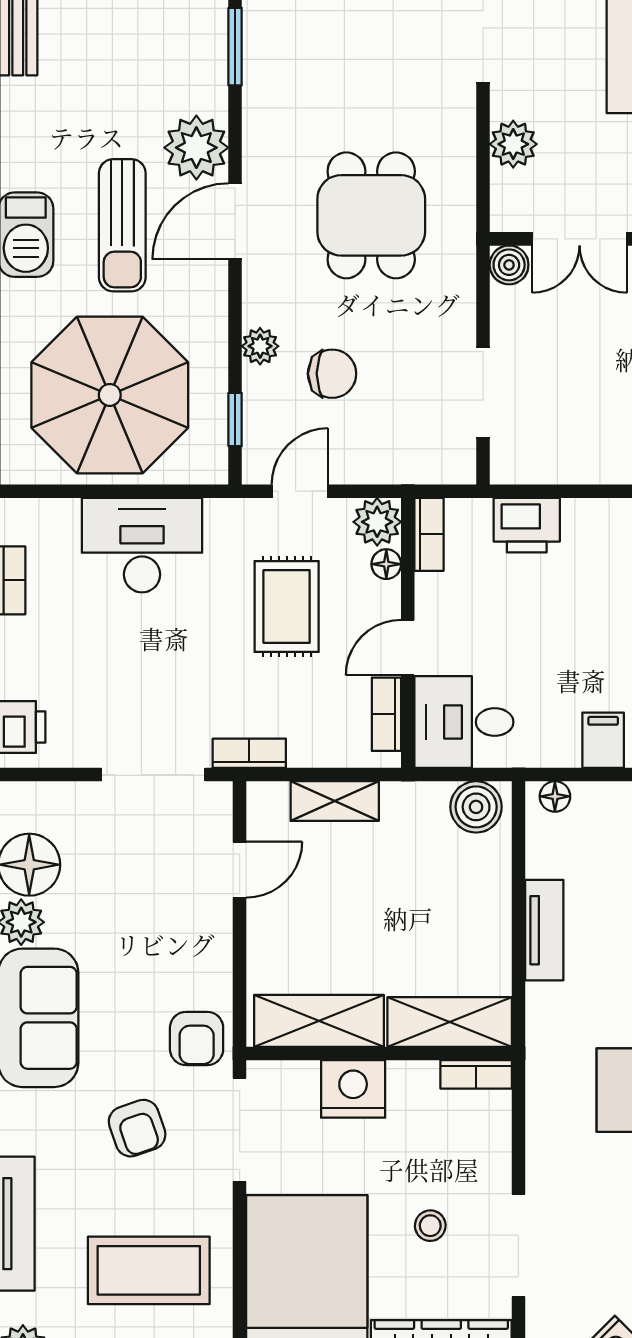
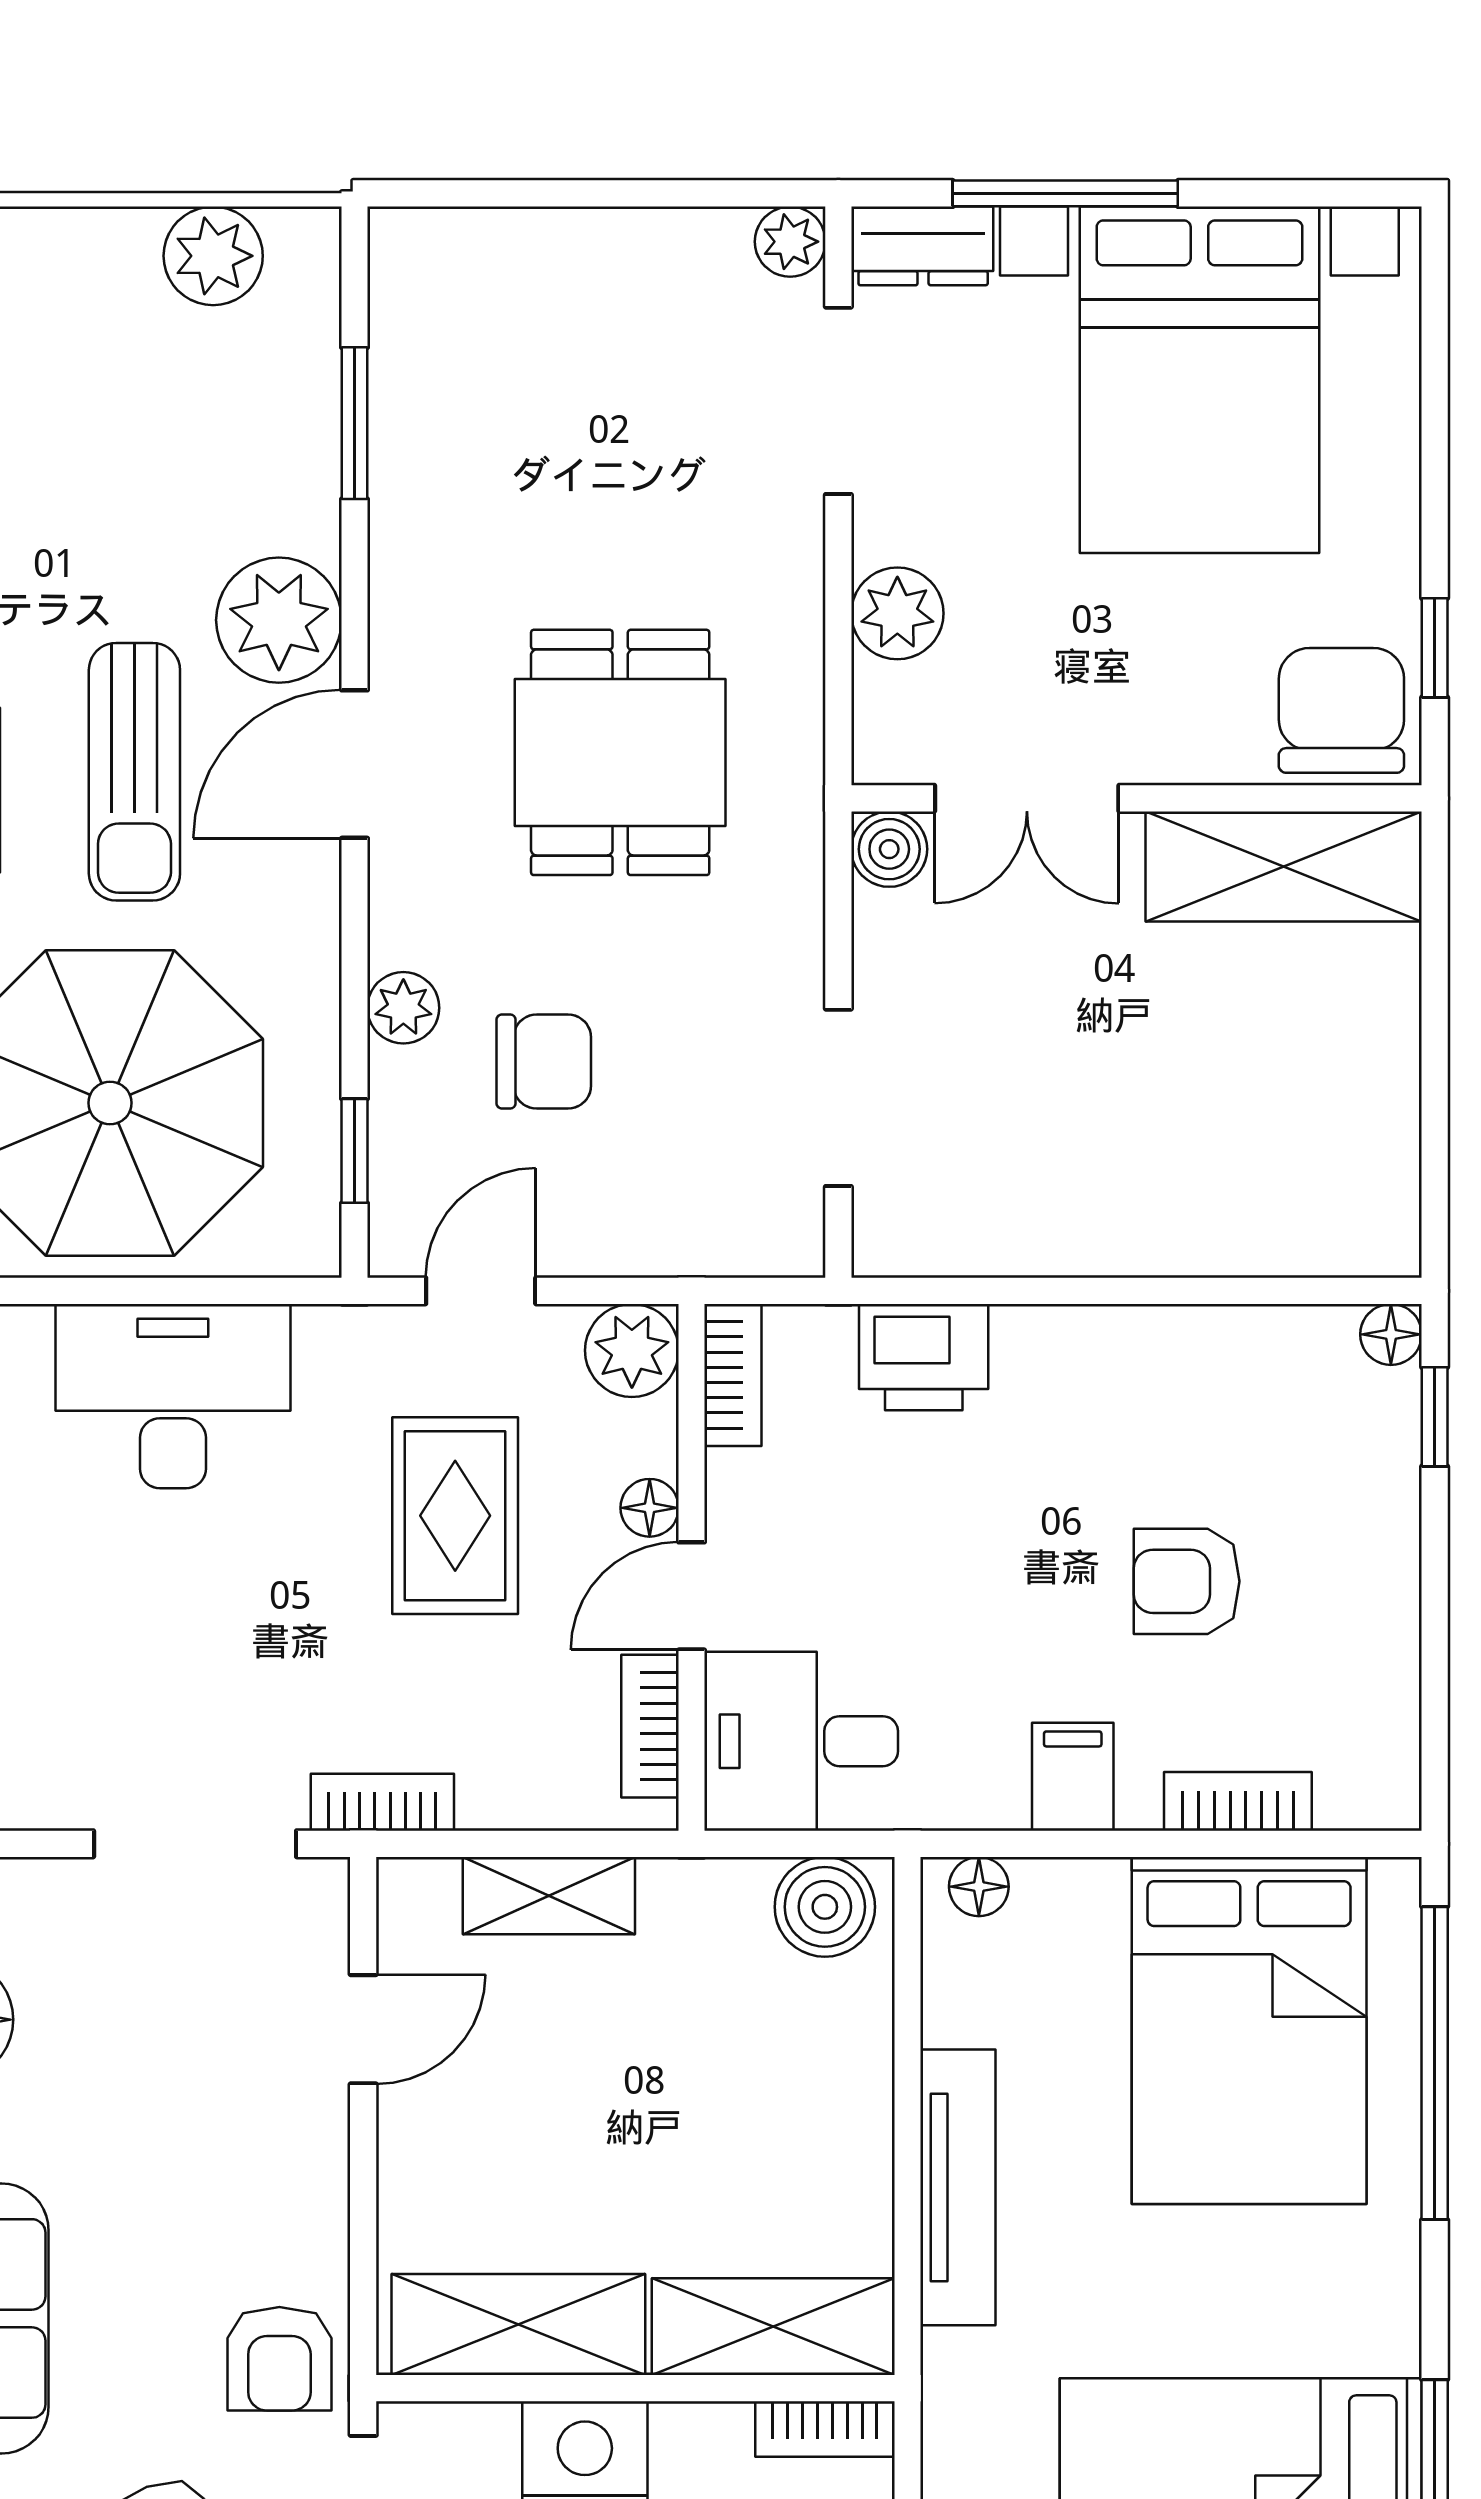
floor lamp: (386, 564) -> (650, 1508), moved
tv unit: (544, 930) -> (958, 2187), width x1.41

